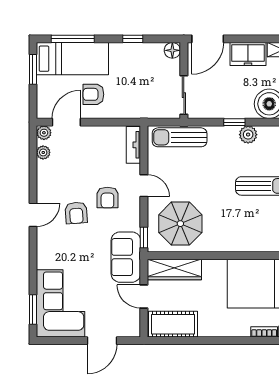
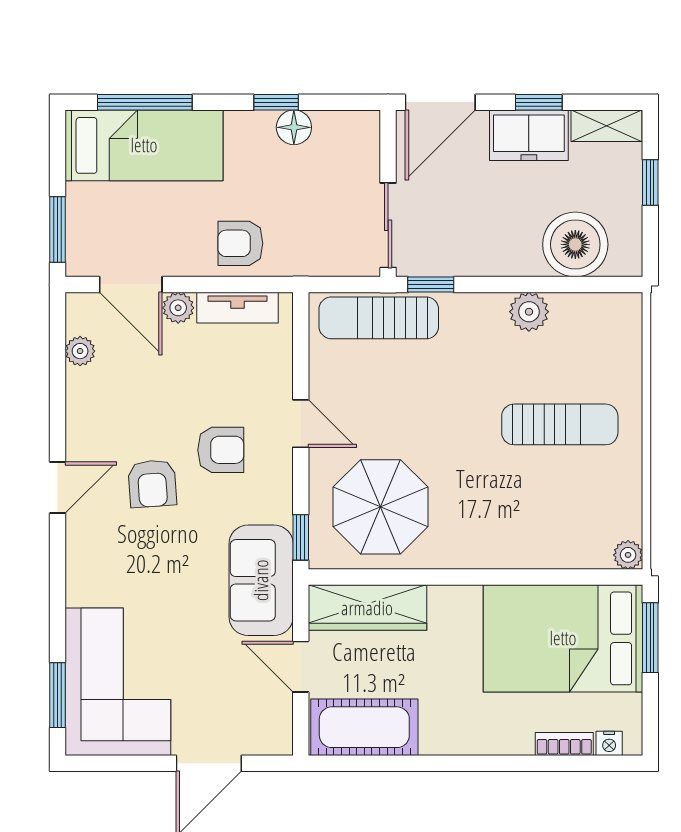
window: (253, 39) -> (539, 102), added
floor lamp: (172, 50) -> (294, 127), moved
window: (33, 69) -> (58, 229), moved
armchair: (93, 94) -> (240, 243), moved
door: (66, 122) -> (131, 285), swing flipped
window: (234, 122) -> (431, 285), moved
plant: (44, 133) -> (178, 308), moved
tv unit: (133, 145) -> (237, 308), moved, turned -90
armchair: (107, 198) -> (221, 450), turned -90

